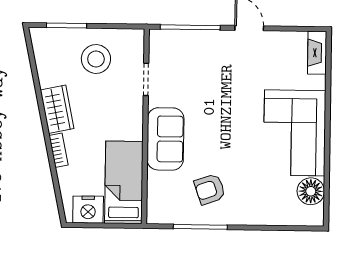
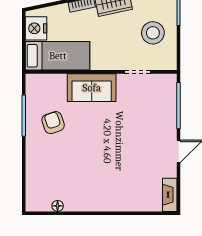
fireplace: (317, 53) -> (170, 195), moved, turned -90
corner sofa: (295, 133) -> (98, 188), removed
floor lamp: (311, 191) -> (58, 206), width x0.53, depth x0.53

